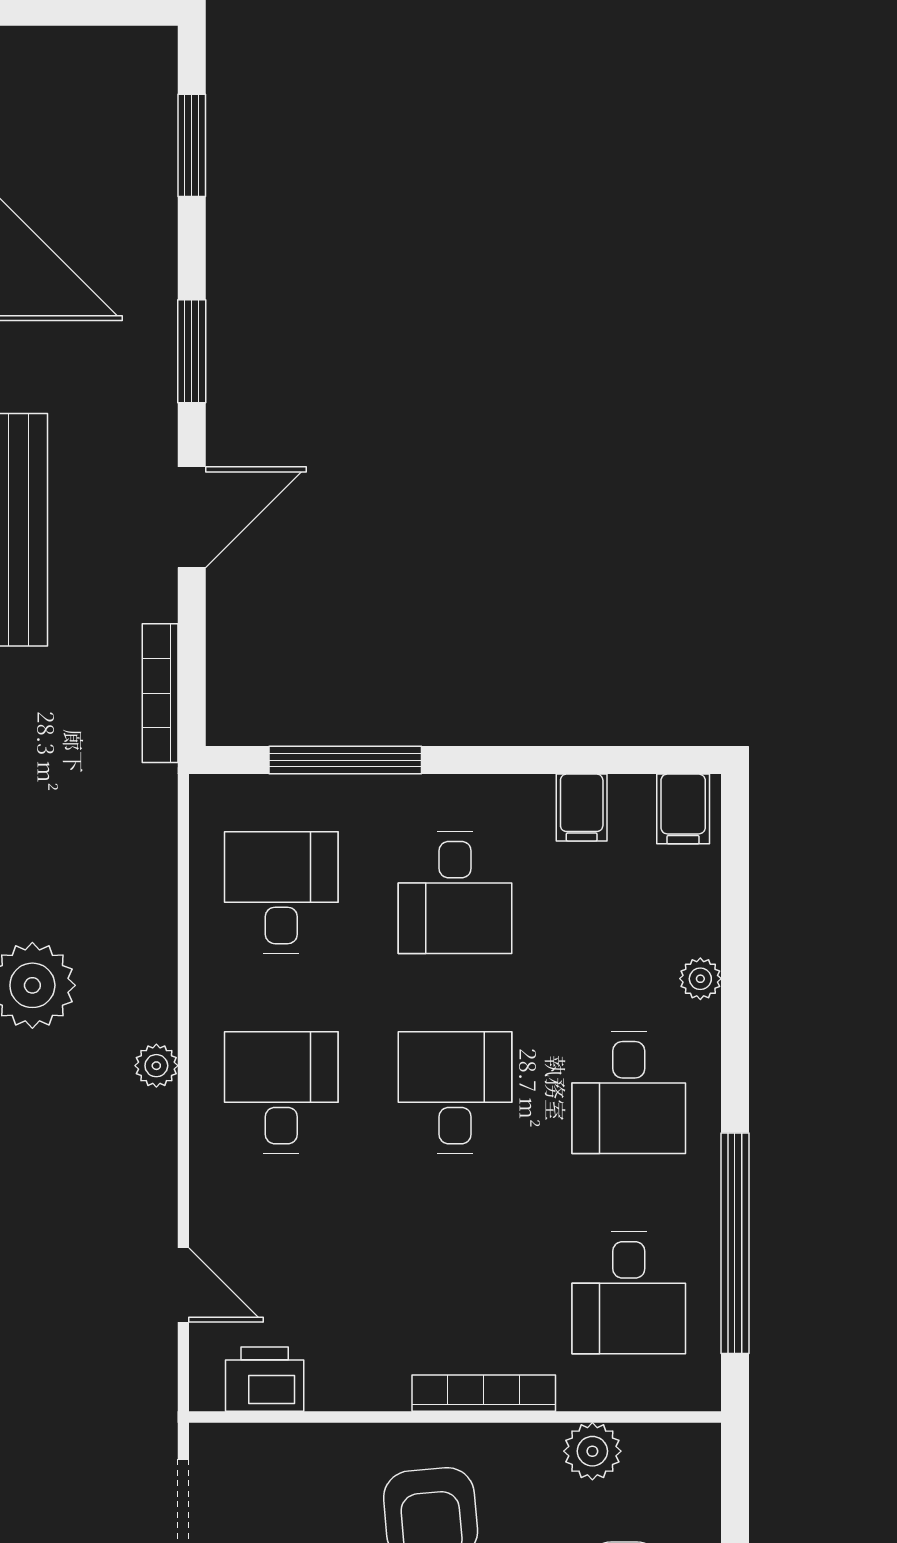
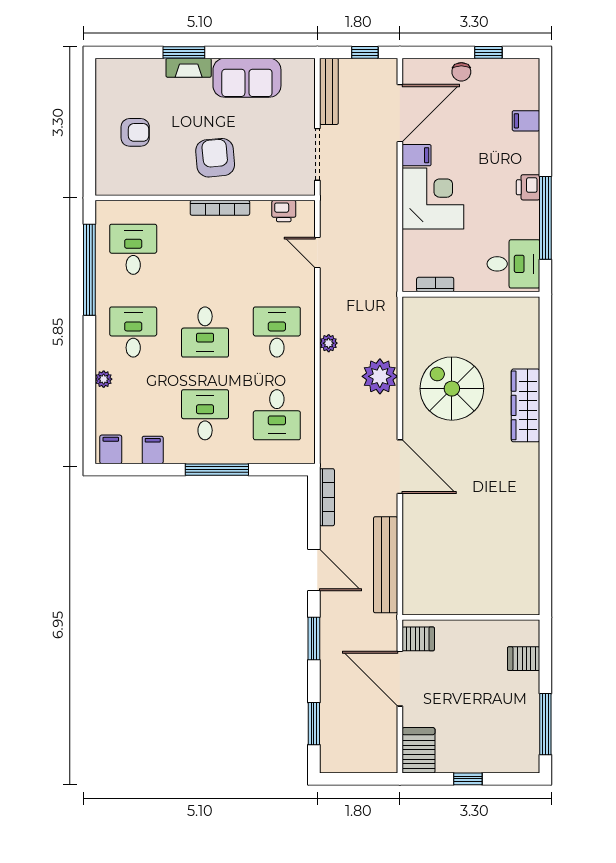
door: (192, 517) -> (314, 570), swing flipped
window: (345, 760) -> (217, 470), moved
desk: (281, 1093) -> (277, 332), turned 180
printer: (265, 1379) -> (284, 211), width x0.73, depth x0.81
bookcase: (484, 1393) -> (220, 208), moved
plant: (592, 1451) -> (148, 184), removed

